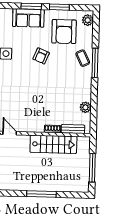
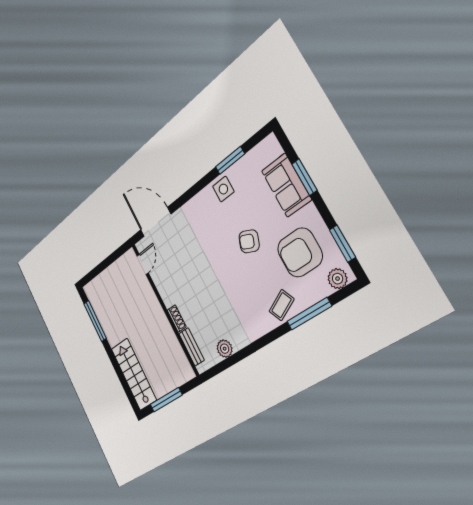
window: (59, 7) -> (342, 244), moved
window: (95, 63) -> (309, 314), moved
stairs: (53, 144) -> (134, 374), moved, turned 180
window: (41, 194) -> (95, 321), moved

